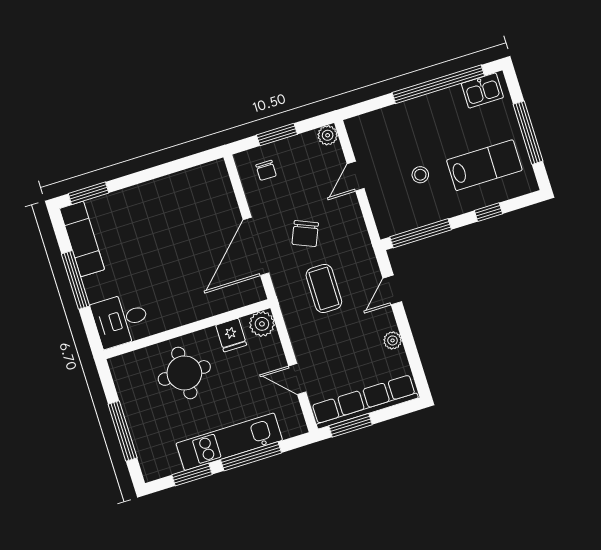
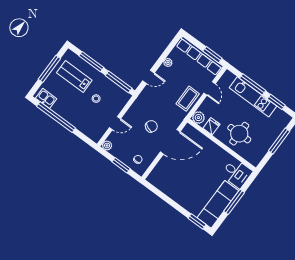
window: (488, 212) -> (91, 62), width x2.17
exam couch: (82, 239) -> (218, 204), width x1.36, depth x1.45
coffee table: (324, 288) -> (188, 99), moved

